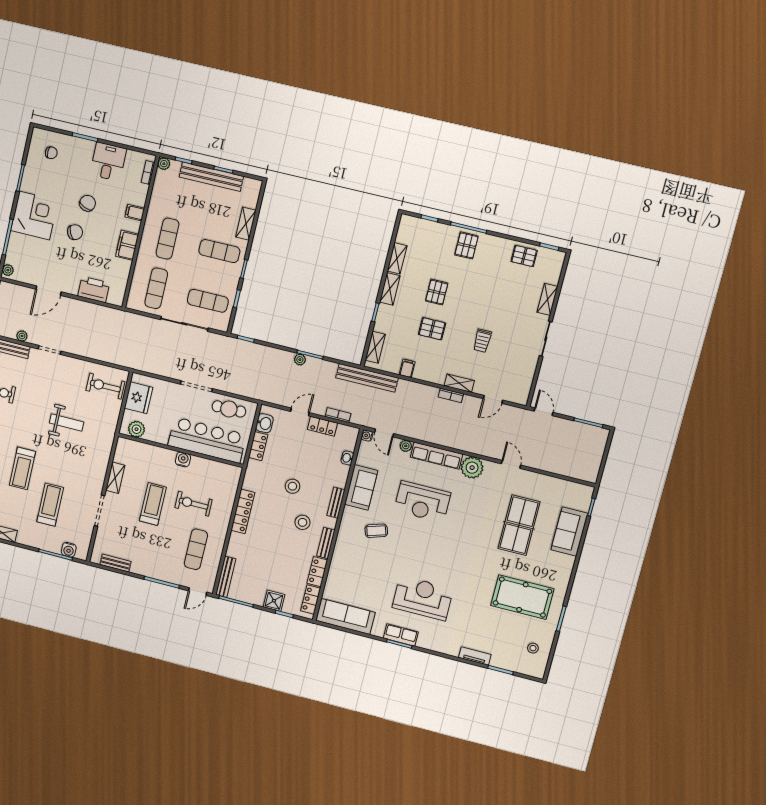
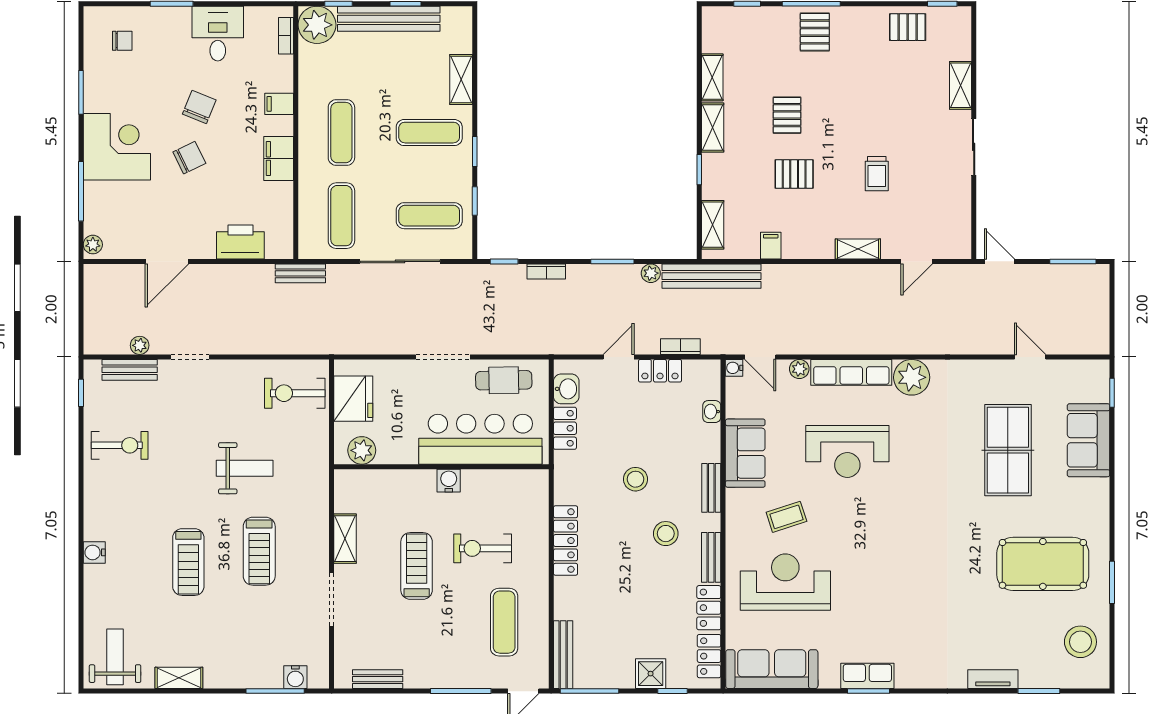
plant: (164, 164) -> (317, 25), width x1.87, depth x1.87
bench: (124, 317) -> (300, 273), added
plant: (300, 360) -> (651, 273), moved
bookcase: (451, 395) -> (546, 271), moved
door: (511, 464) -> (1030, 357), moved
treadmill: (50, 505) -> (259, 551), moved, turned 180
reception desk: (423, 598) -> (785, 582), moved
stool: (533, 648) -> (1080, 642), width x1.89, depth x1.89

